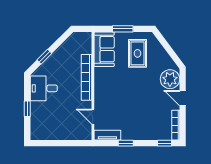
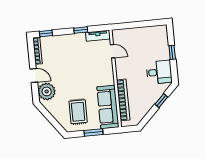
sofa: (104, 49) -> (108, 107), width x1.36
bookcase: (86, 77) -> (123, 100), moved

